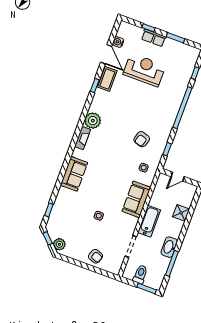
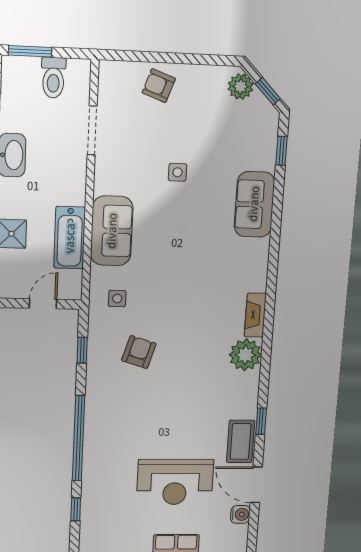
sofa: (74, 174) -> (254, 204), moved
bathtub: (149, 221) -> (70, 238), moved

